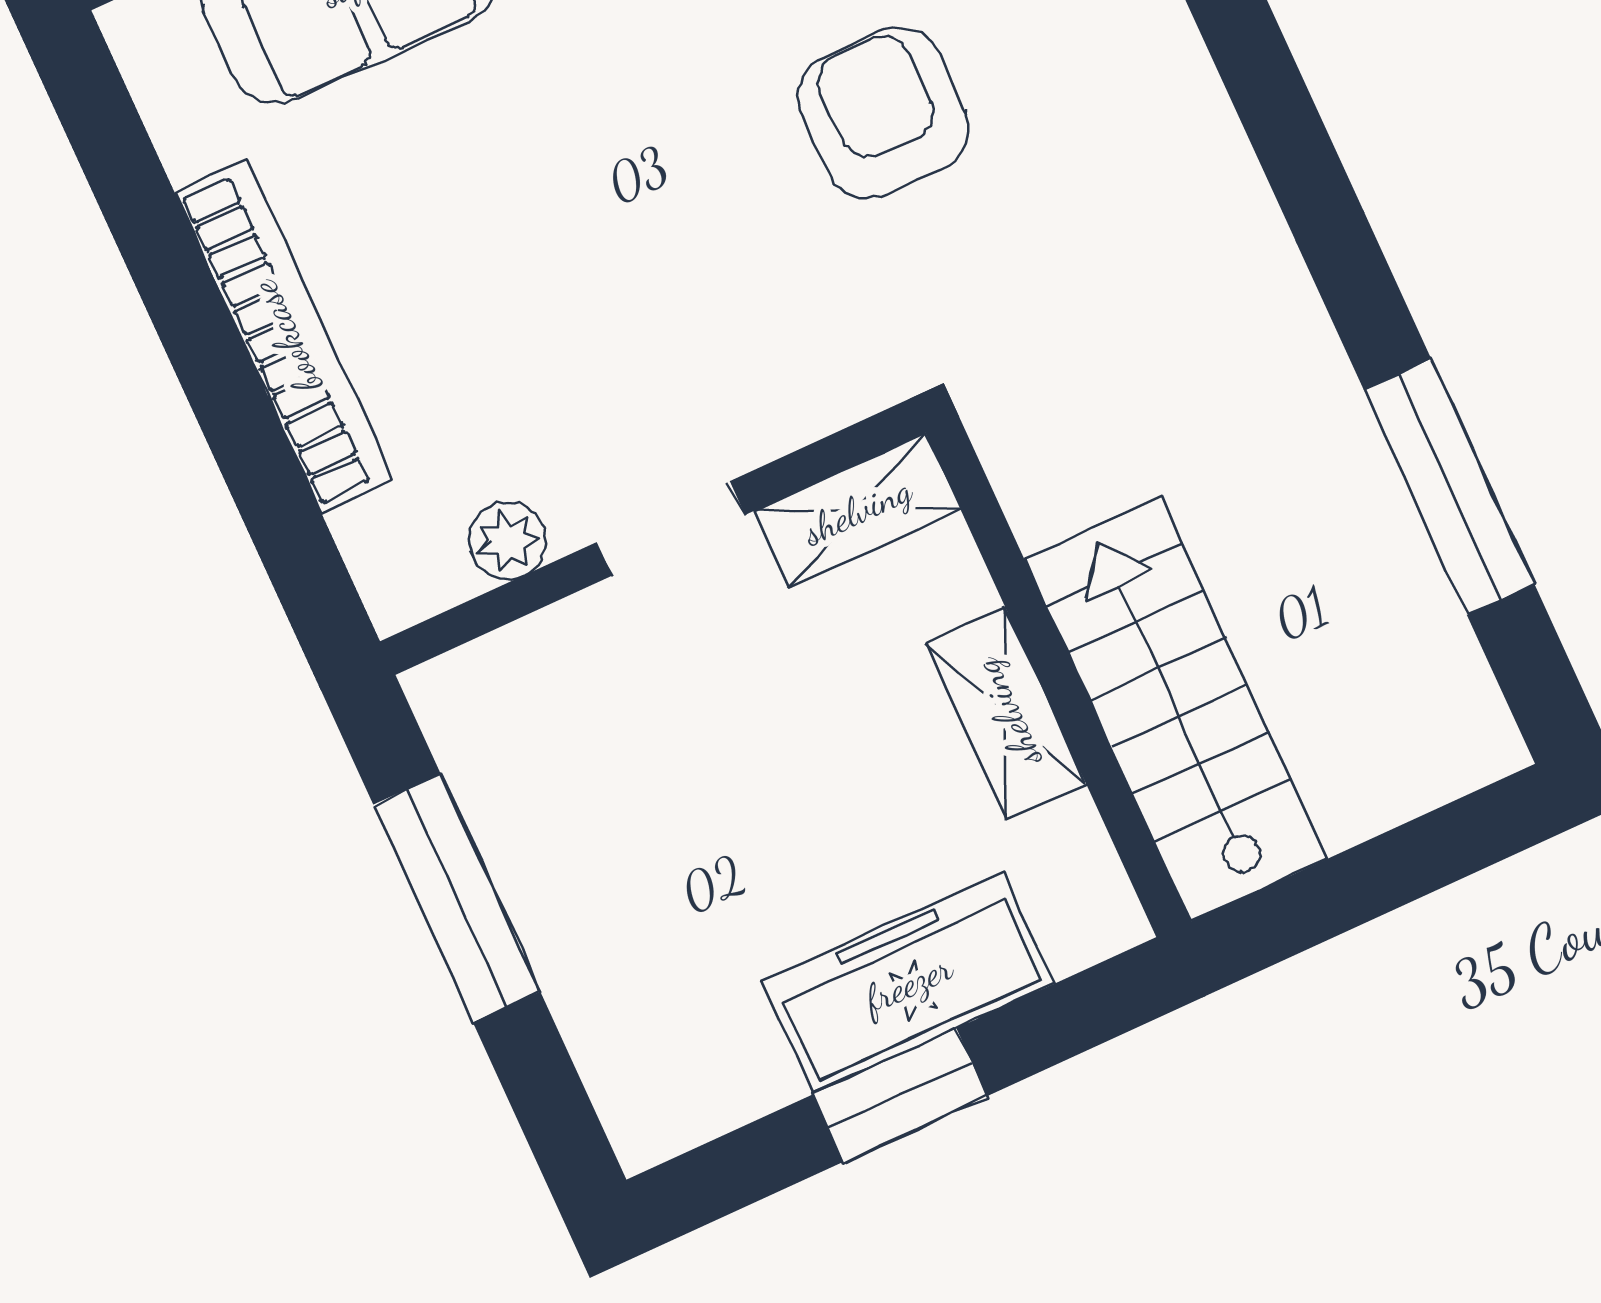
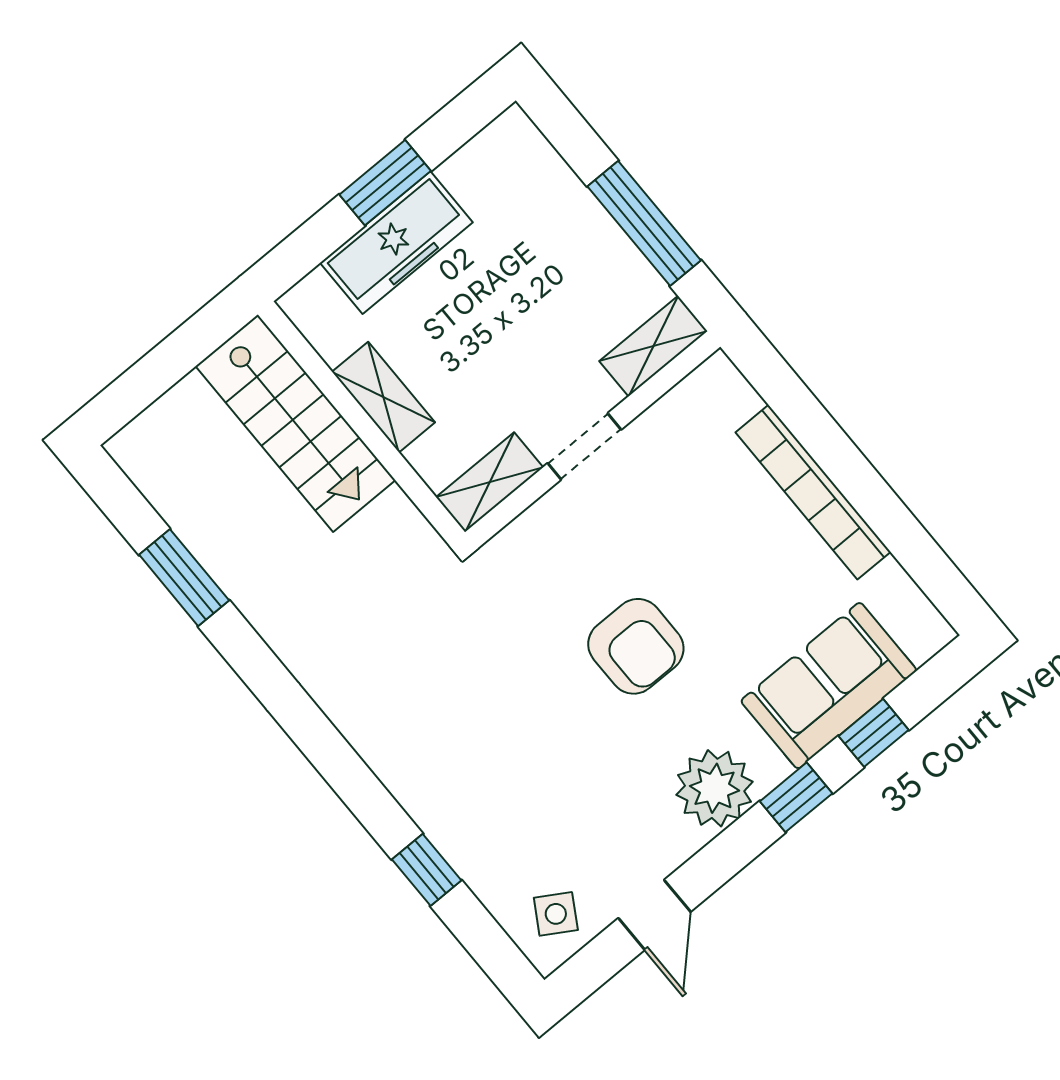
armchair: (883, 113) -> (636, 646), moved
window: (1449, 487) -> (184, 578), width x0.69
plant: (507, 541) -> (668, 417), removed
shelving: (500, 674) -> (653, 346), added

